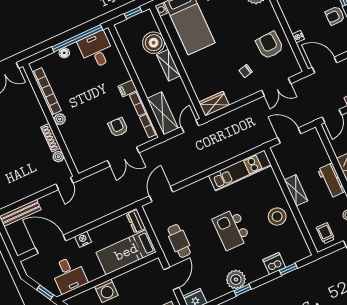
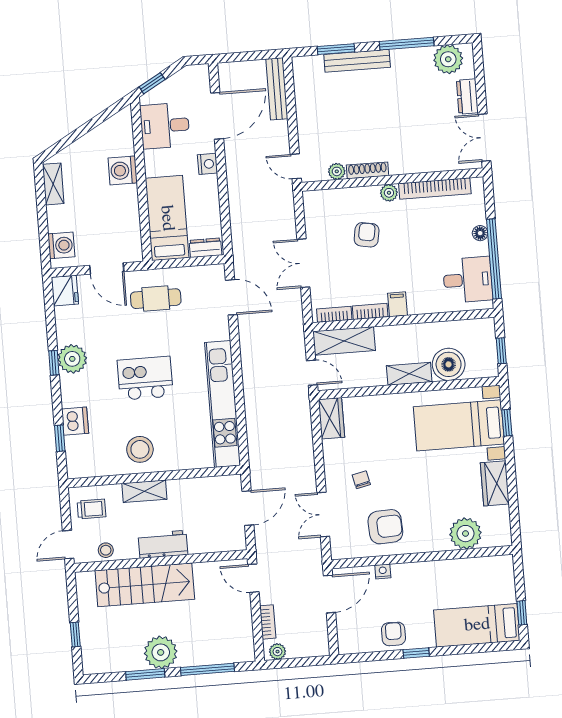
armchair: (118, 127) -> (367, 235), moved, turned -80
kitchen unit: (240, 171) -> (223, 404), width x1.36
shelving: (296, 190) -> (144, 491), moved

